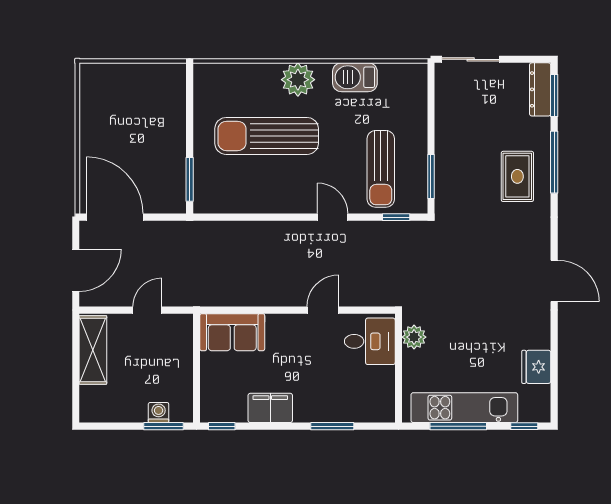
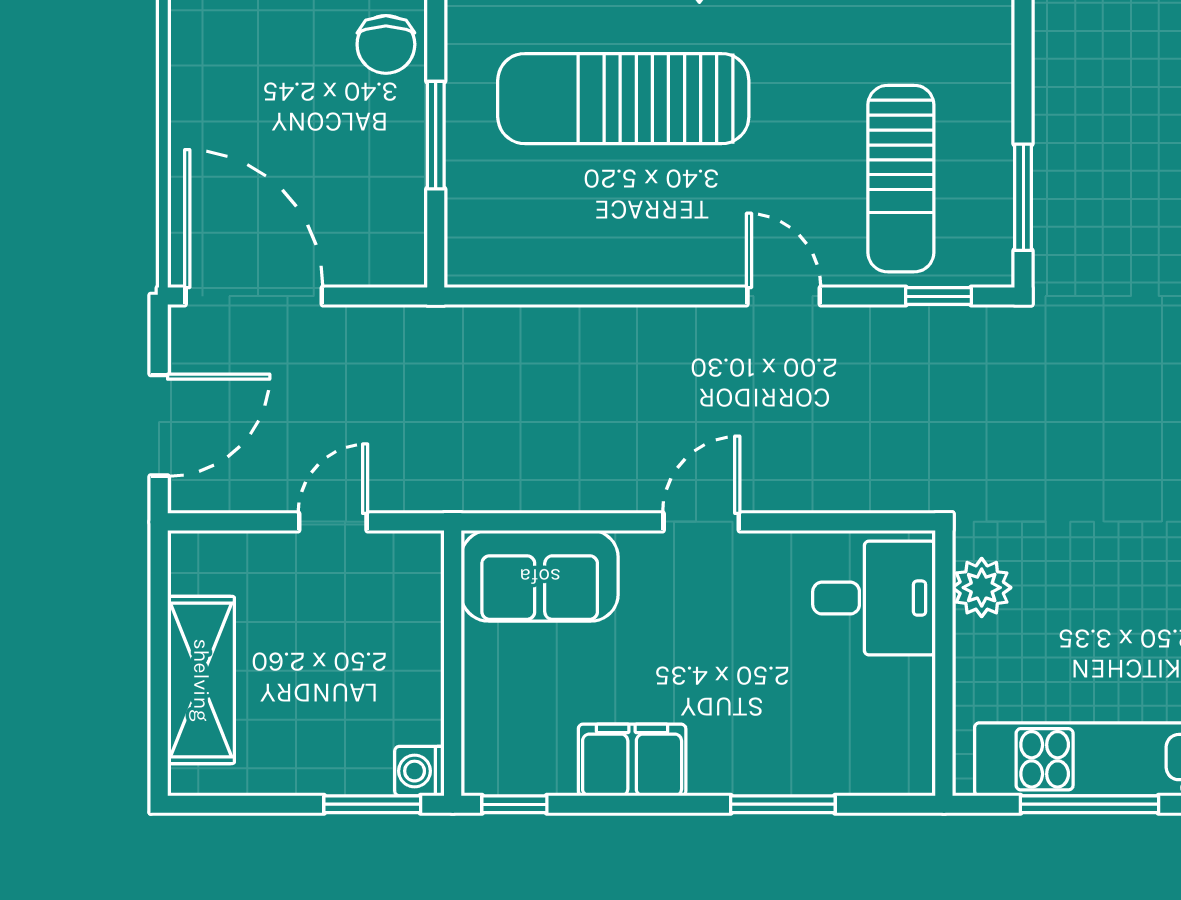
chair: (169, 114) -> (386, 44), added
window: (190, 179) -> (436, 135), moved
door: (323, 310) -> (701, 522), moved
shelving: (93, 350) -> (201, 680), moved
washing machine: (159, 412) -> (419, 771), moved, turned -90

